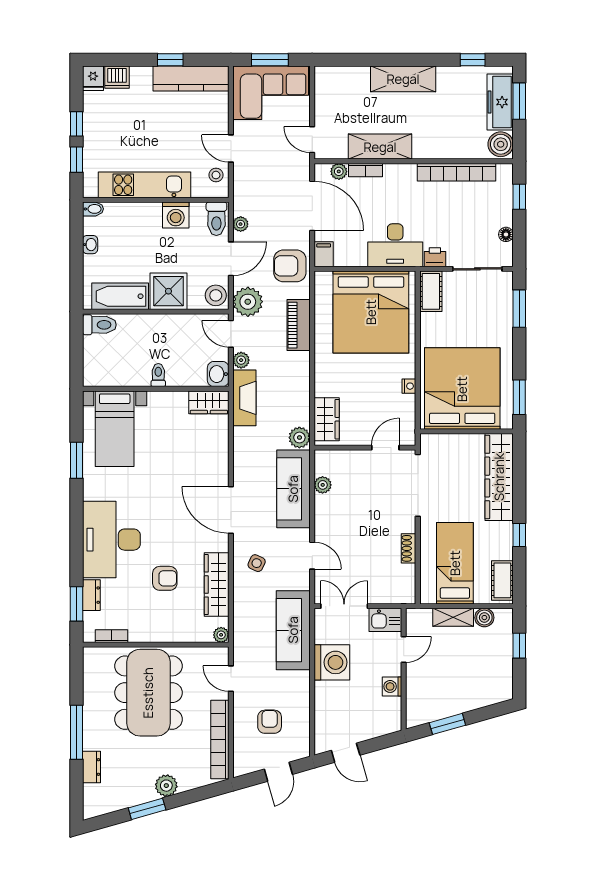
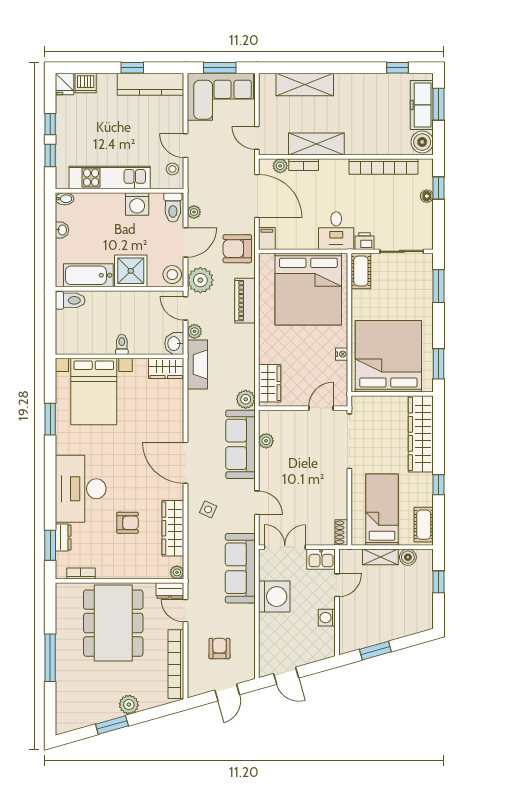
shelving: (403, 79) -> (305, 85), moved
floor lamp: (506, 234) -> (427, 196), moved
desk: (395, 245) -> (336, 231), width x0.73
bed with nightstands: (115, 429) -> (94, 392), width x1.36
shoe rack: (409, 548) -> (341, 532), moved
dresser: (92, 767) -> (170, 591), moved, turned 90

